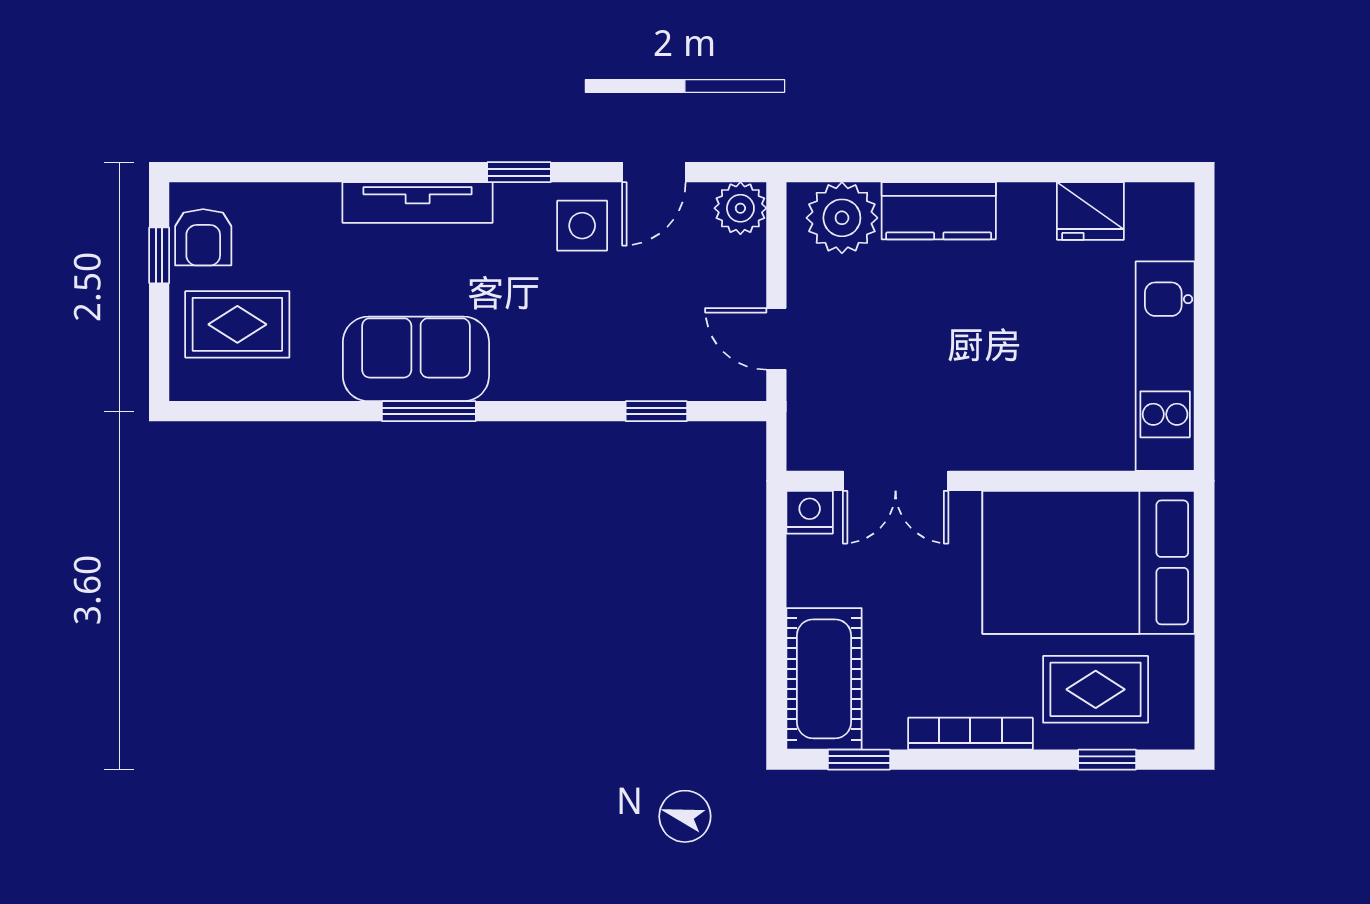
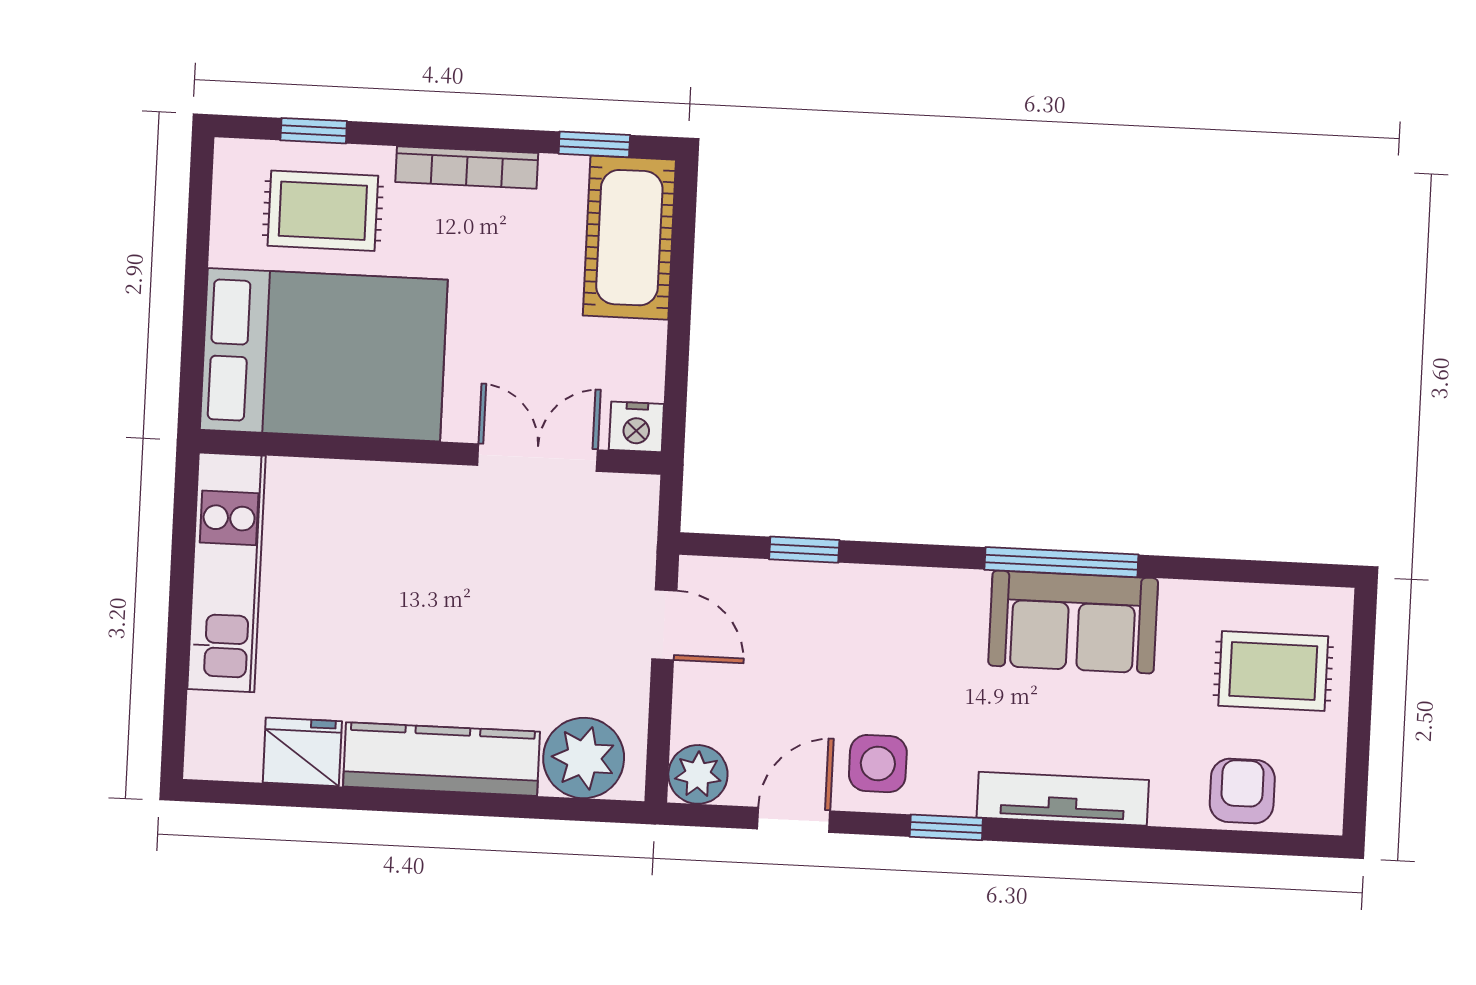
kitchen counter: (939, 211) -> (442, 759), width x1.50
armchair: (203, 237) -> (1242, 791), moved
window: (159, 255) -> (1358, 753), removed
window: (429, 411) -> (1061, 562), width x1.44

